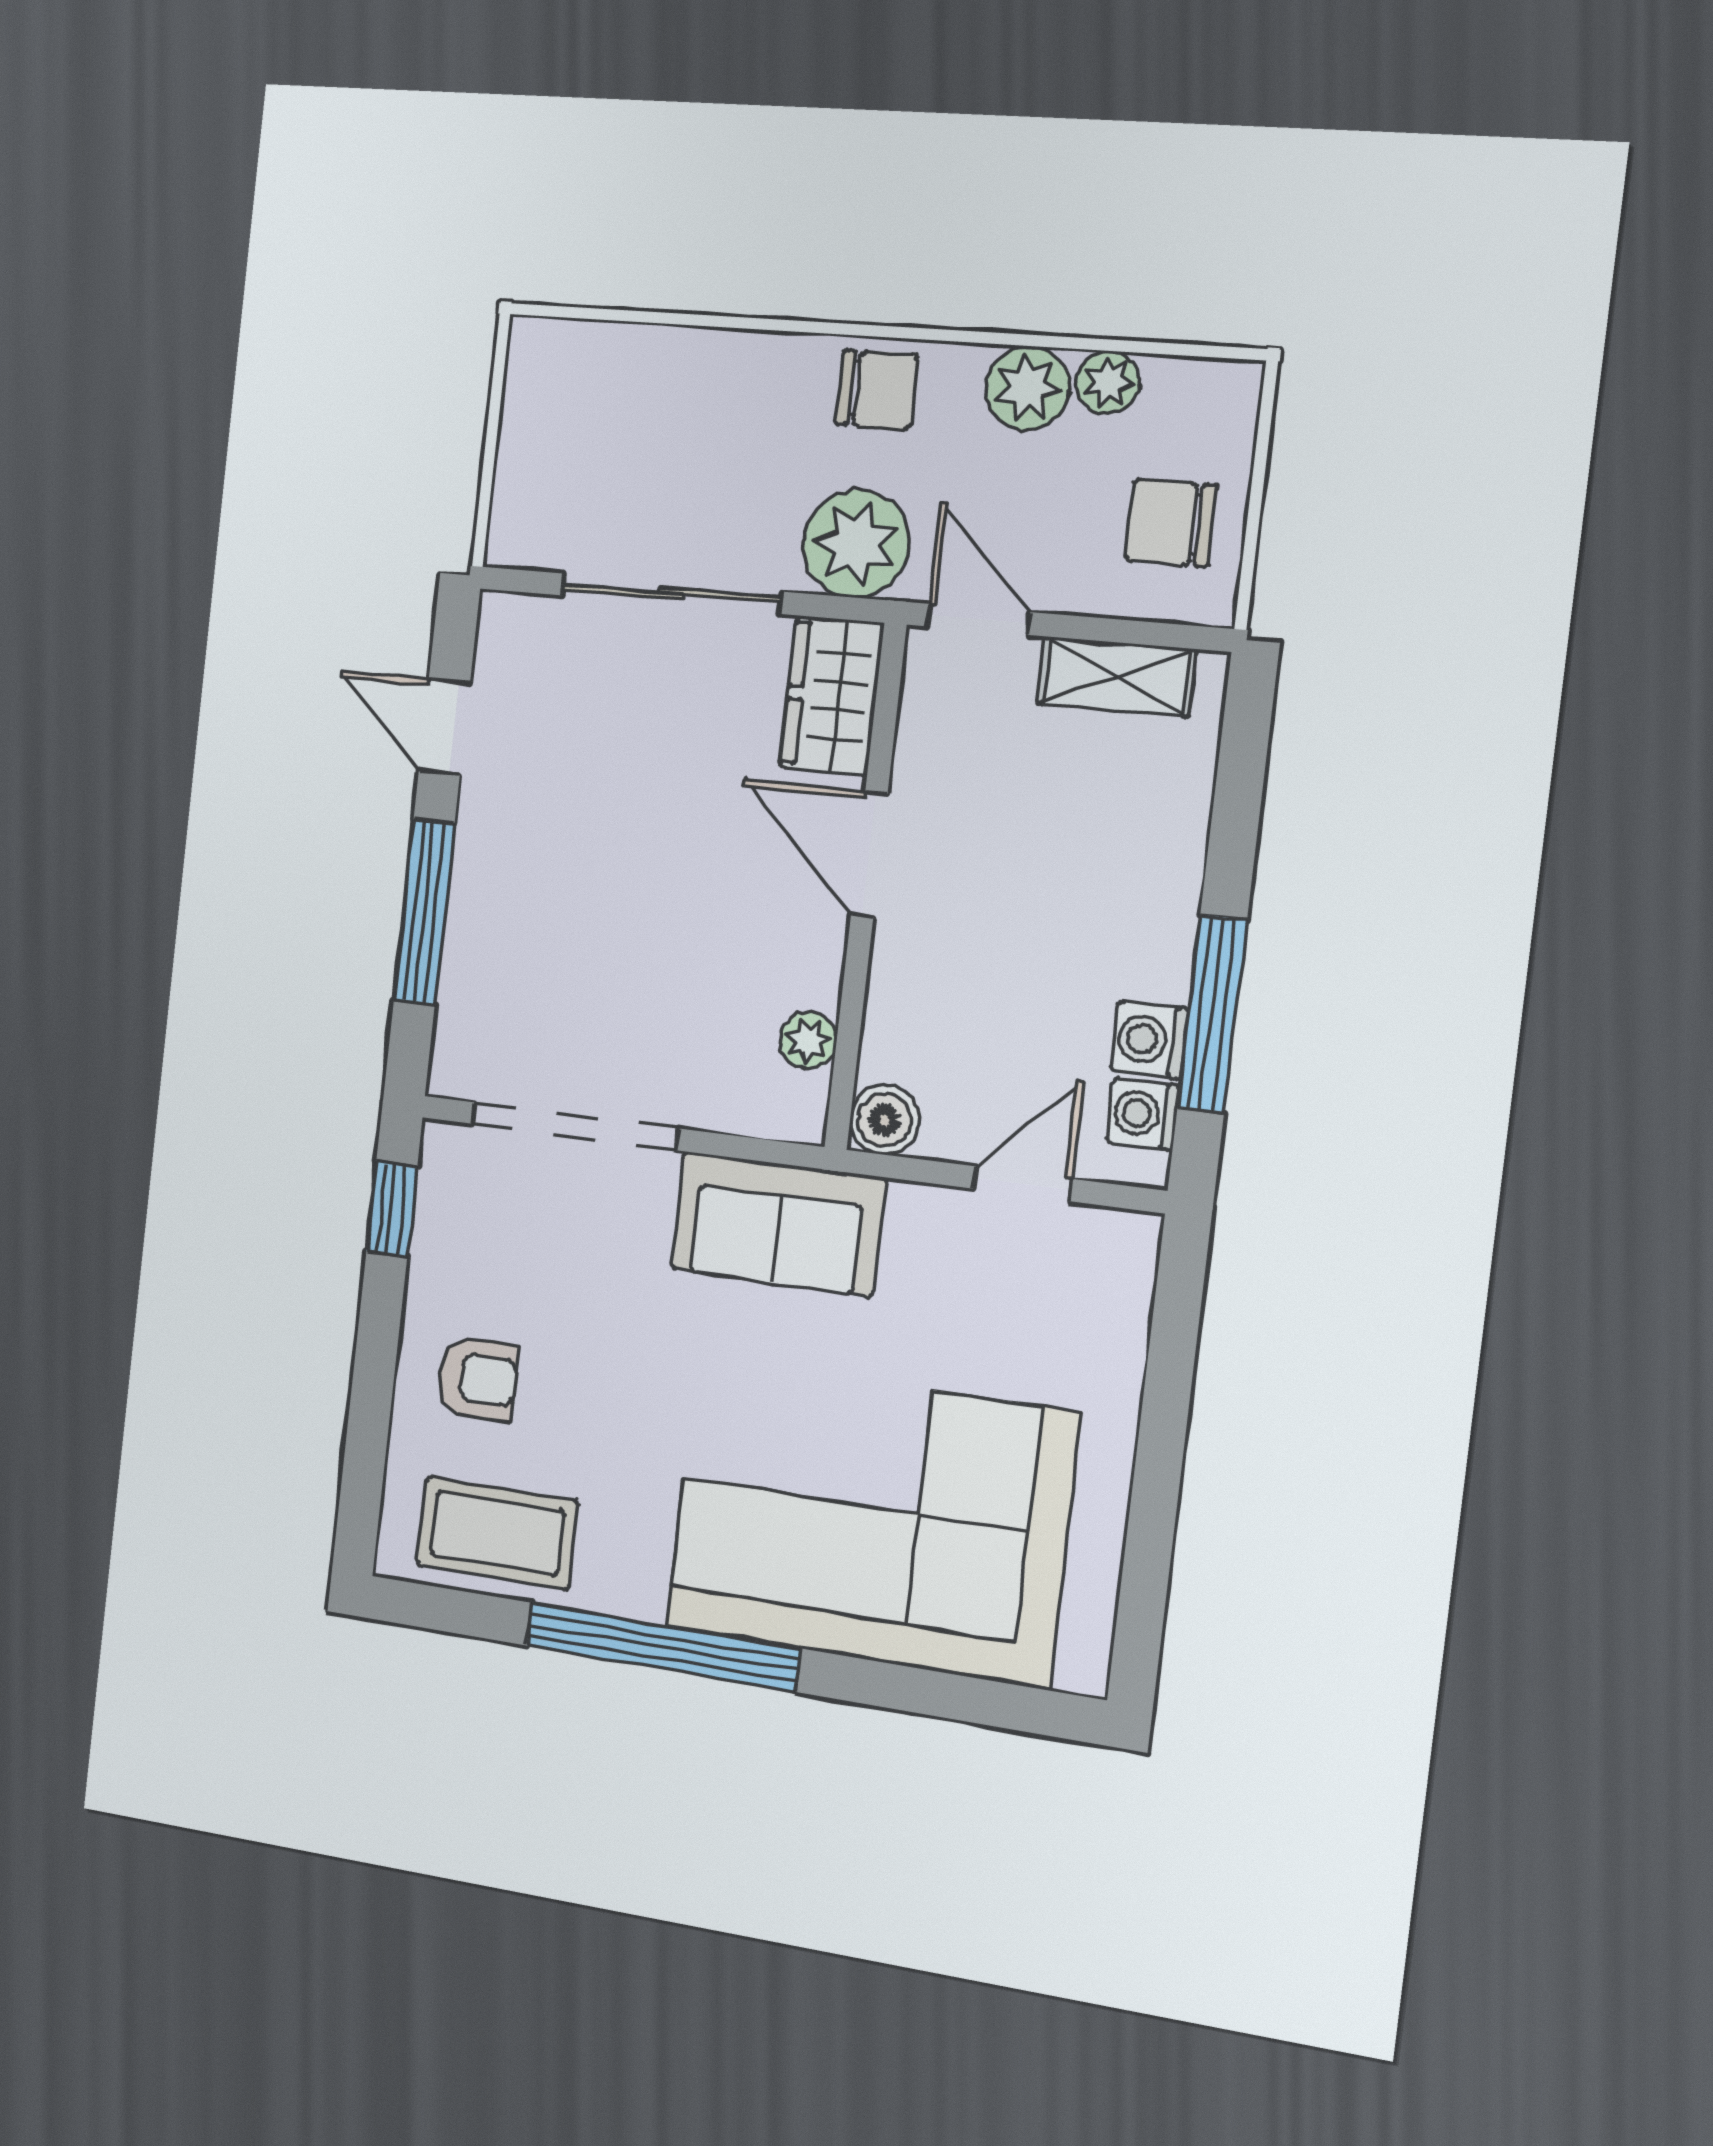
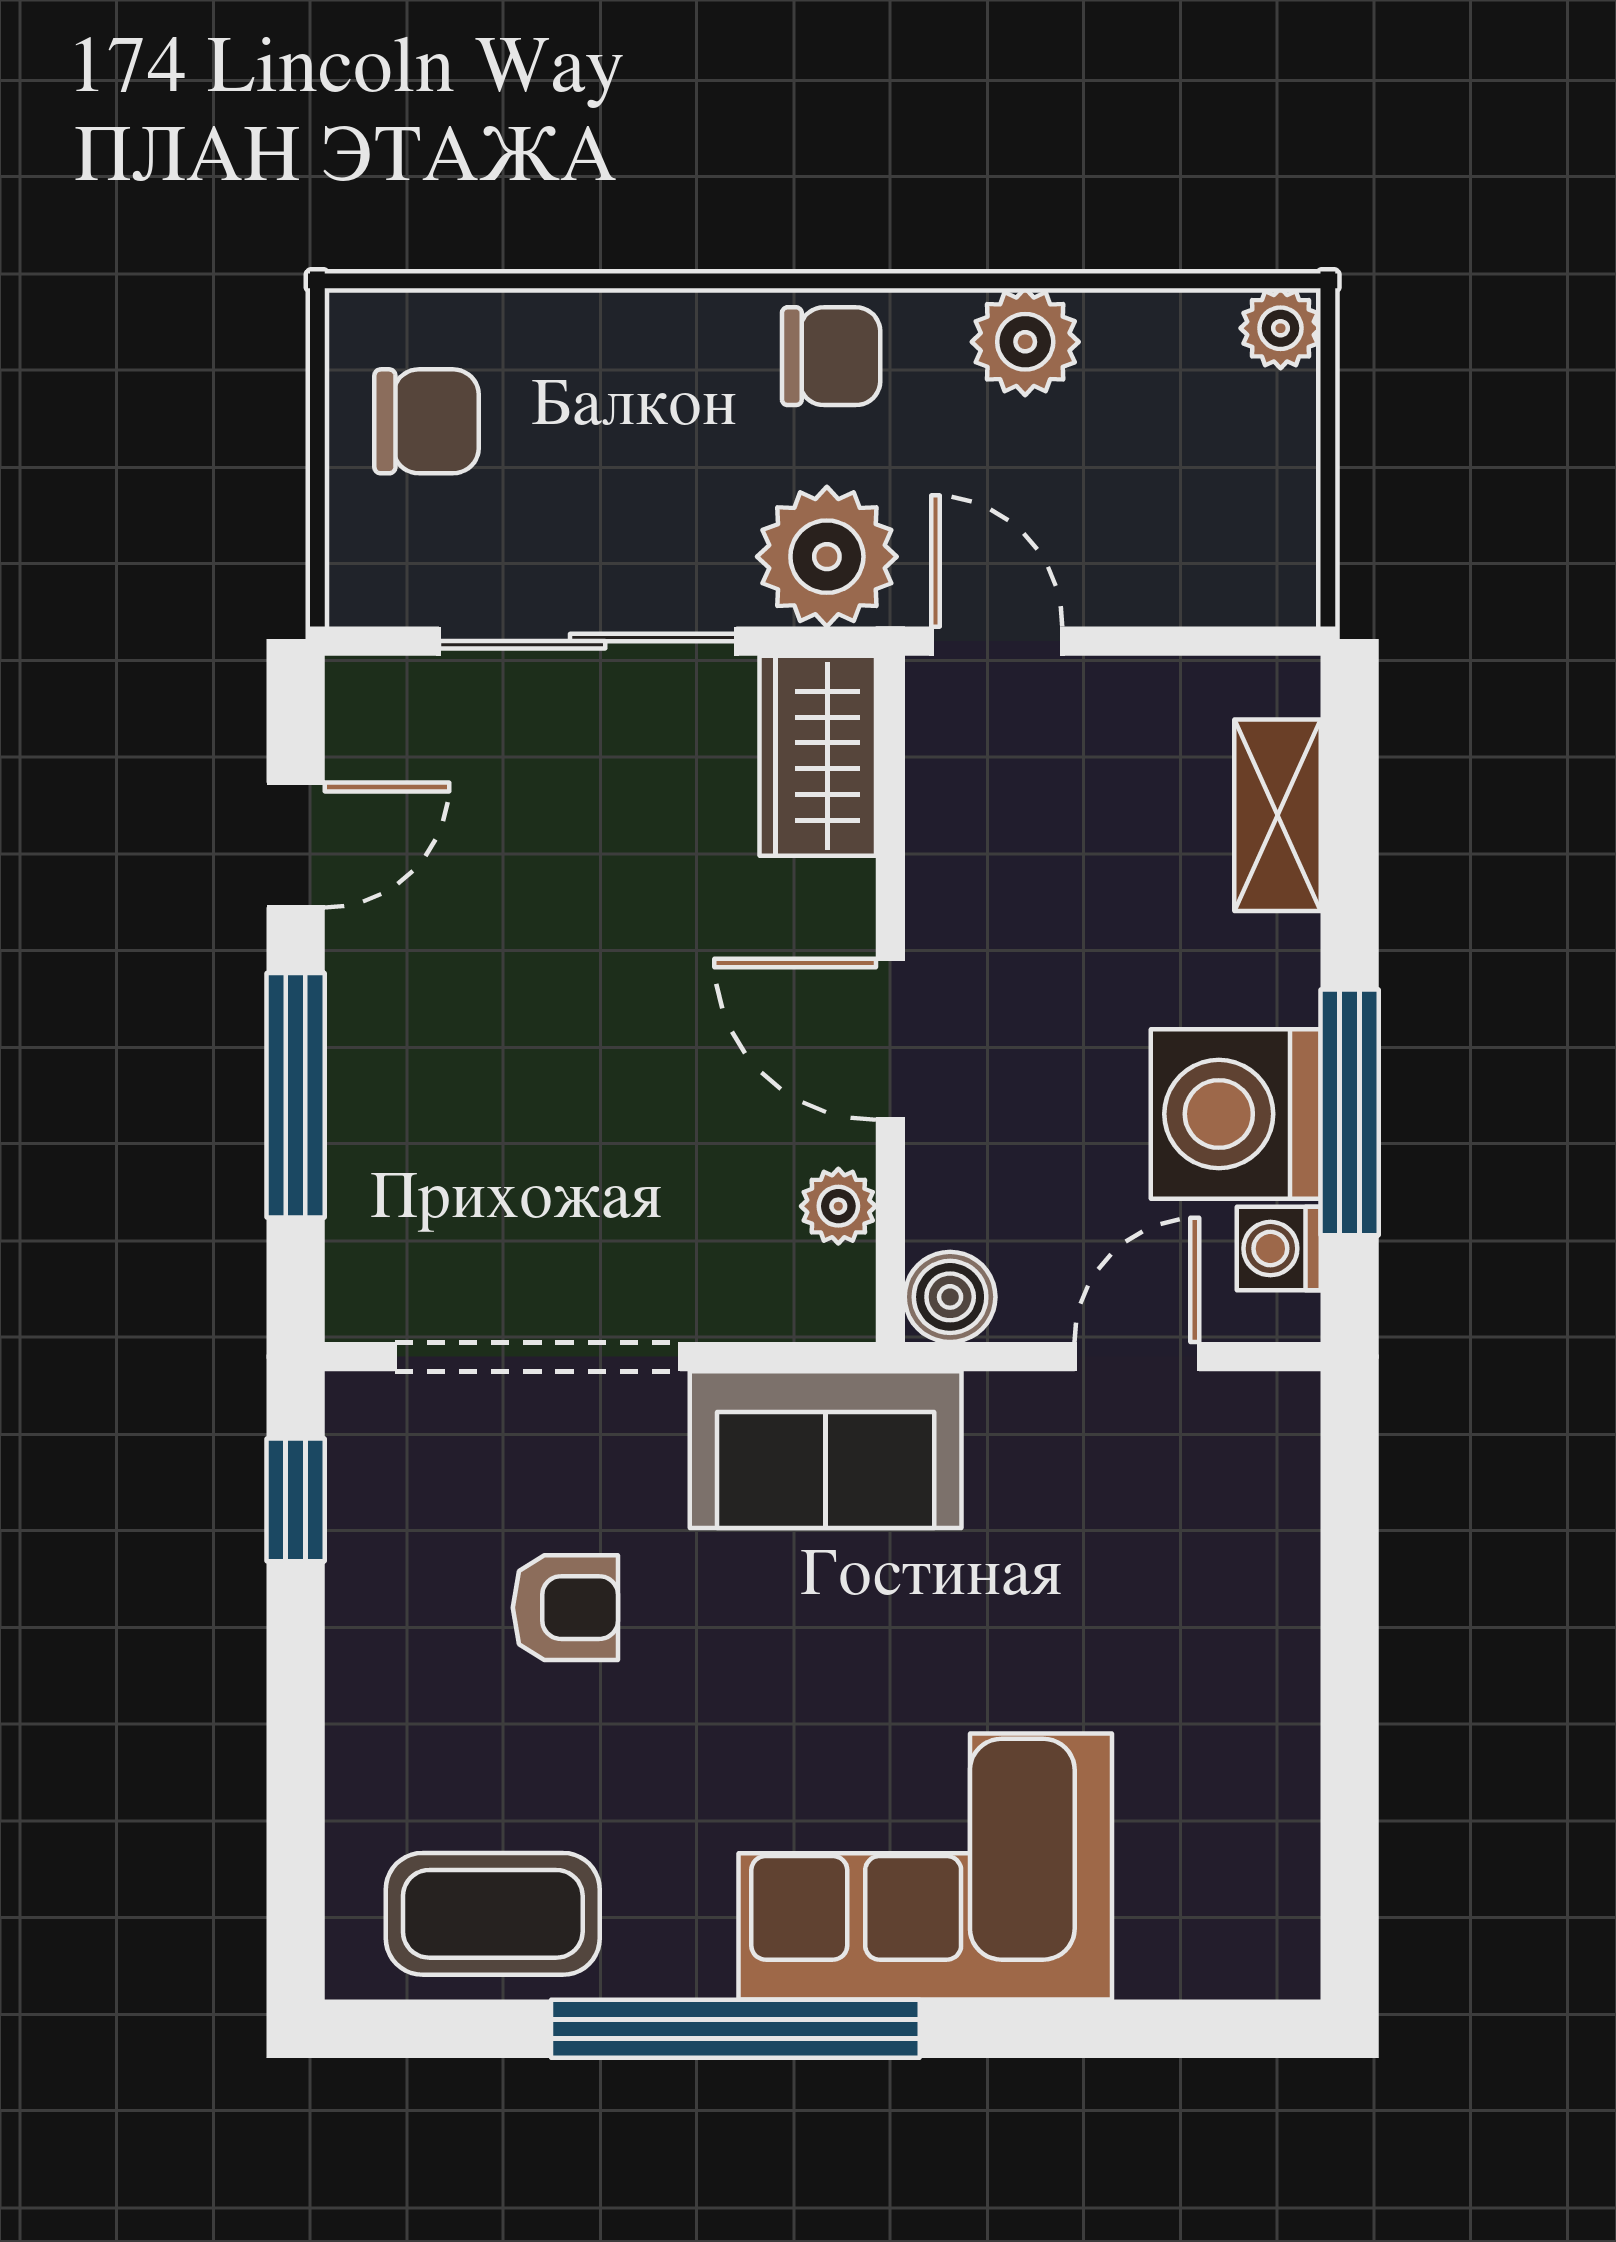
plant: (1108, 383) -> (1281, 328), moved
chair: (1171, 523) -> (427, 421), moved, turned 180
shelving: (1116, 676) -> (1277, 815), moved, turned 90
door: (444, 727) -> (296, 845), swing flipped
door: (869, 854) -> (890, 1039), moved
washing machine: (1149, 1040) -> (1236, 1114), width x1.89, depth x1.89
armchair: (478, 1379) -> (565, 1608), moved
corner sofa: (871, 1521) -> (925, 1867), width x0.73, depth x0.74

